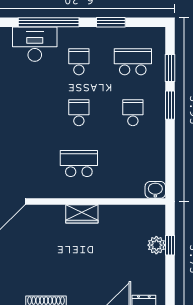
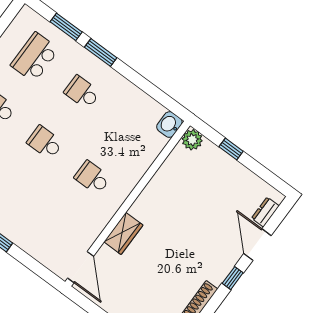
school desk: (79, 164) -> (92, 178), width x0.54
wardrobe: (82, 214) -> (123, 233), moved
plant: (156, 245) -> (192, 140), moved

